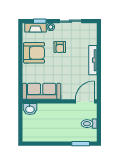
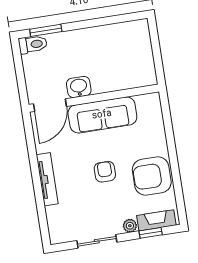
armchair: (60, 47) -> (105, 172), moved
sofa: (42, 91) -> (102, 115), moved
washbasin: (30, 109) -> (79, 87), moved
toilet: (89, 124) -> (33, 44), moved

